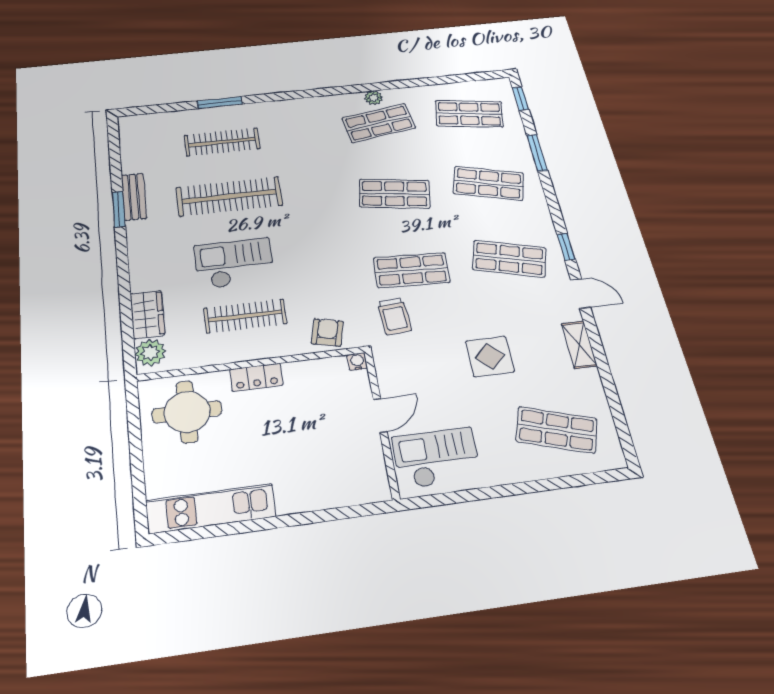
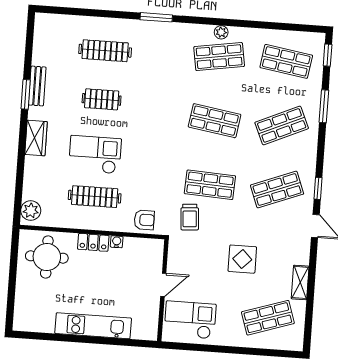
window: (220, 102) -> (156, 17), moved
shop shelf: (489, 183) -> (282, 125), turned -39
clothes rail: (229, 196) -> (102, 99), width x0.54, depth x0.76
shop shelf: (509, 259) -> (277, 190), turned -36
wardrobe: (147, 314) -> (36, 138), moved
armchair: (327, 332) -> (144, 220), turned 76
shelving: (579, 345) -> (300, 282), moved
water cooler: (357, 362) -> (117, 242), moved
shop shelf: (557, 430) -> (268, 318), turned -36
kitchen unit: (211, 509) -> (93, 326), moved

